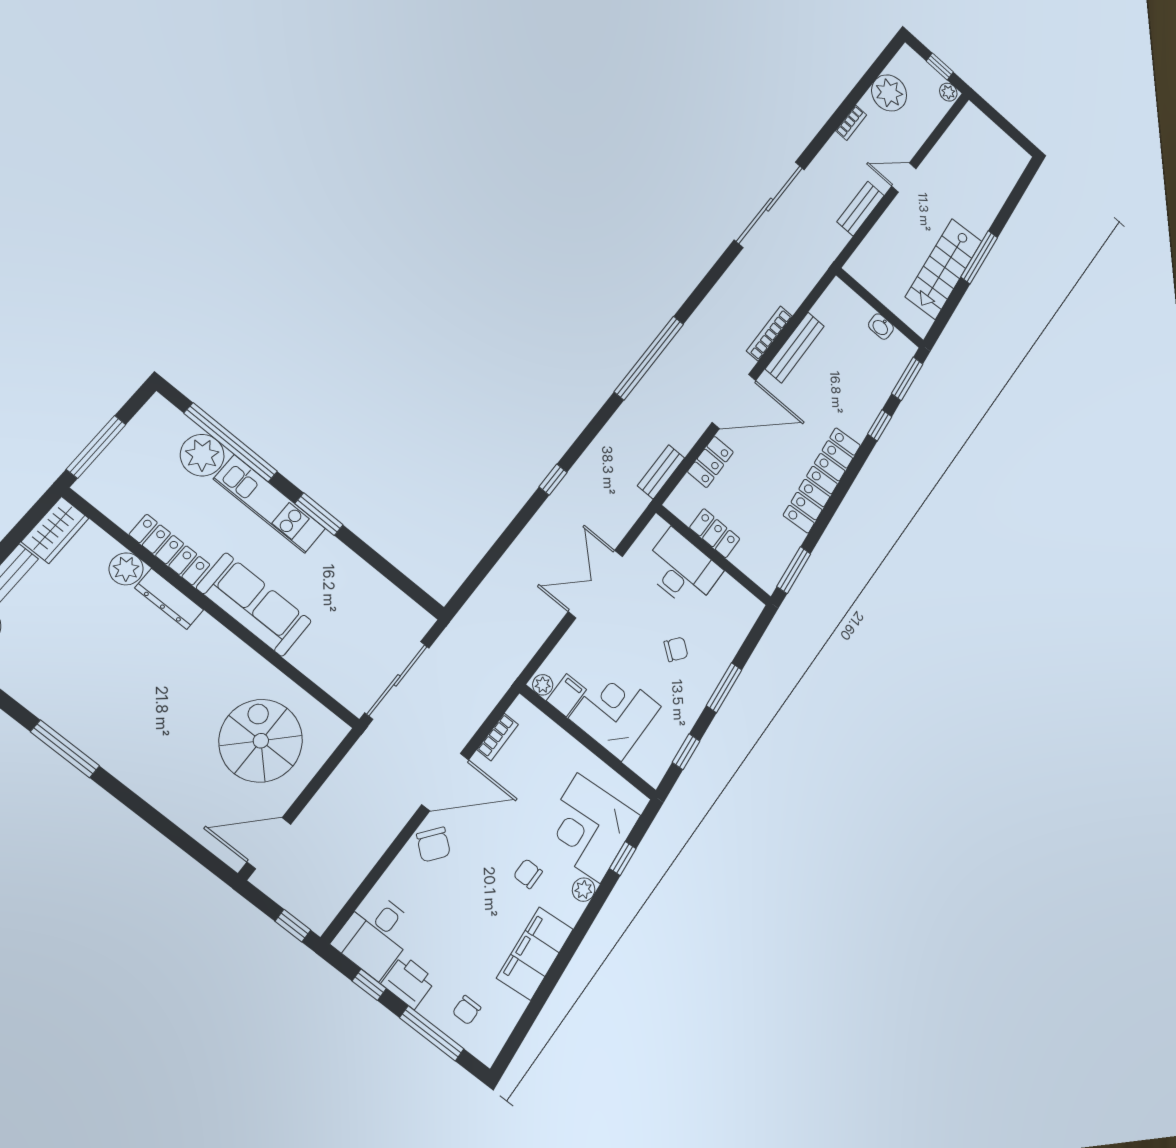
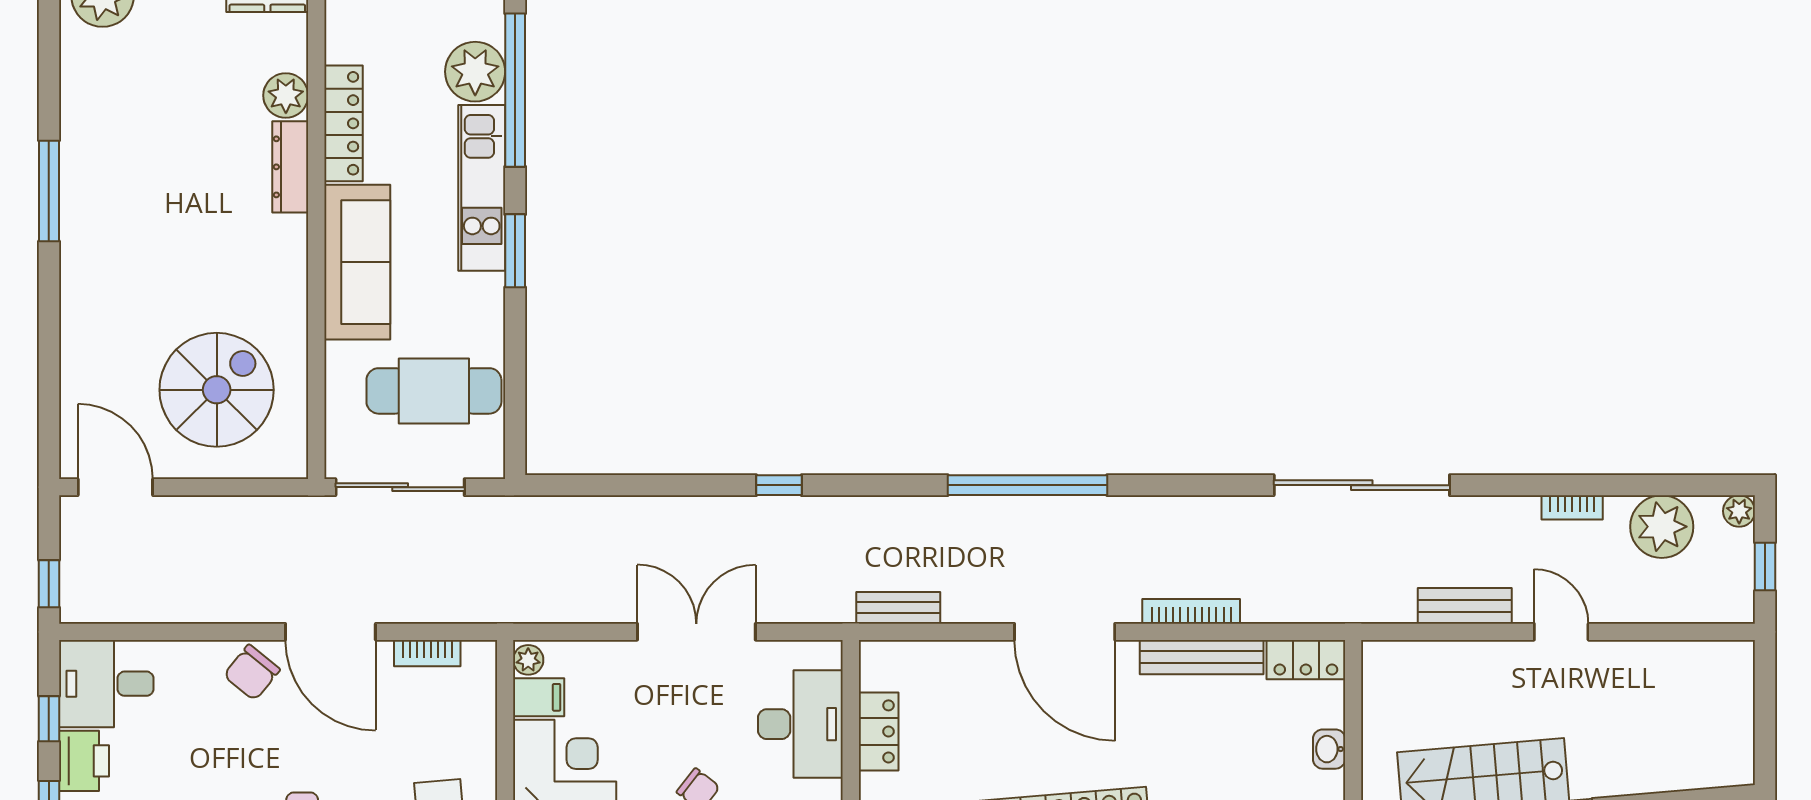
plant: (948, 92) -> (1739, 511), moved
locker: (710, 462) -> (1306, 660), moved
cafe table: (359, 620) -> (434, 391), added

